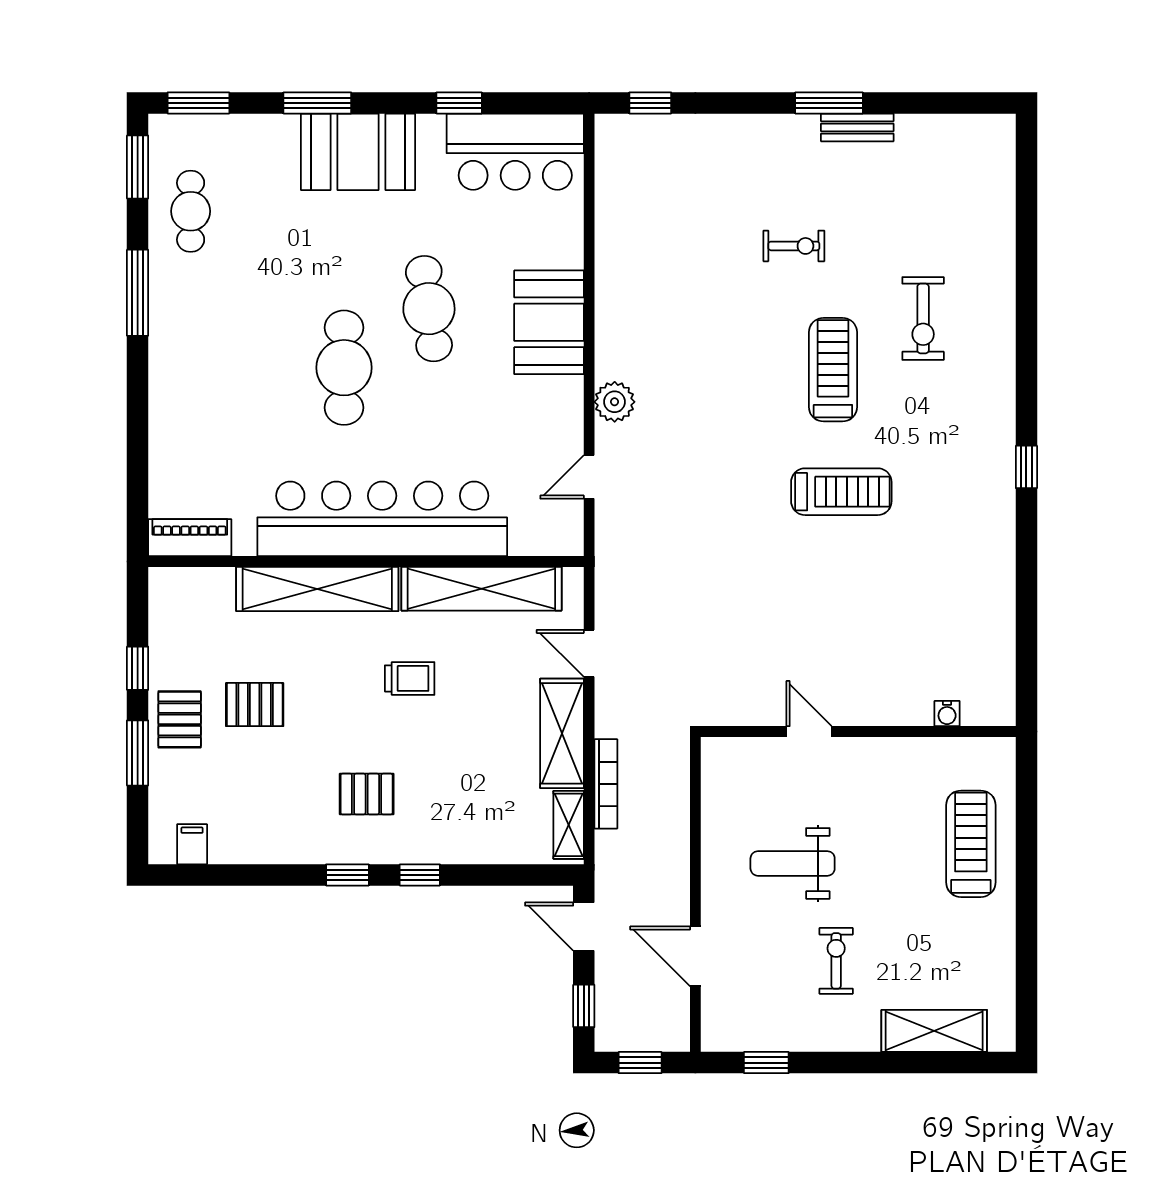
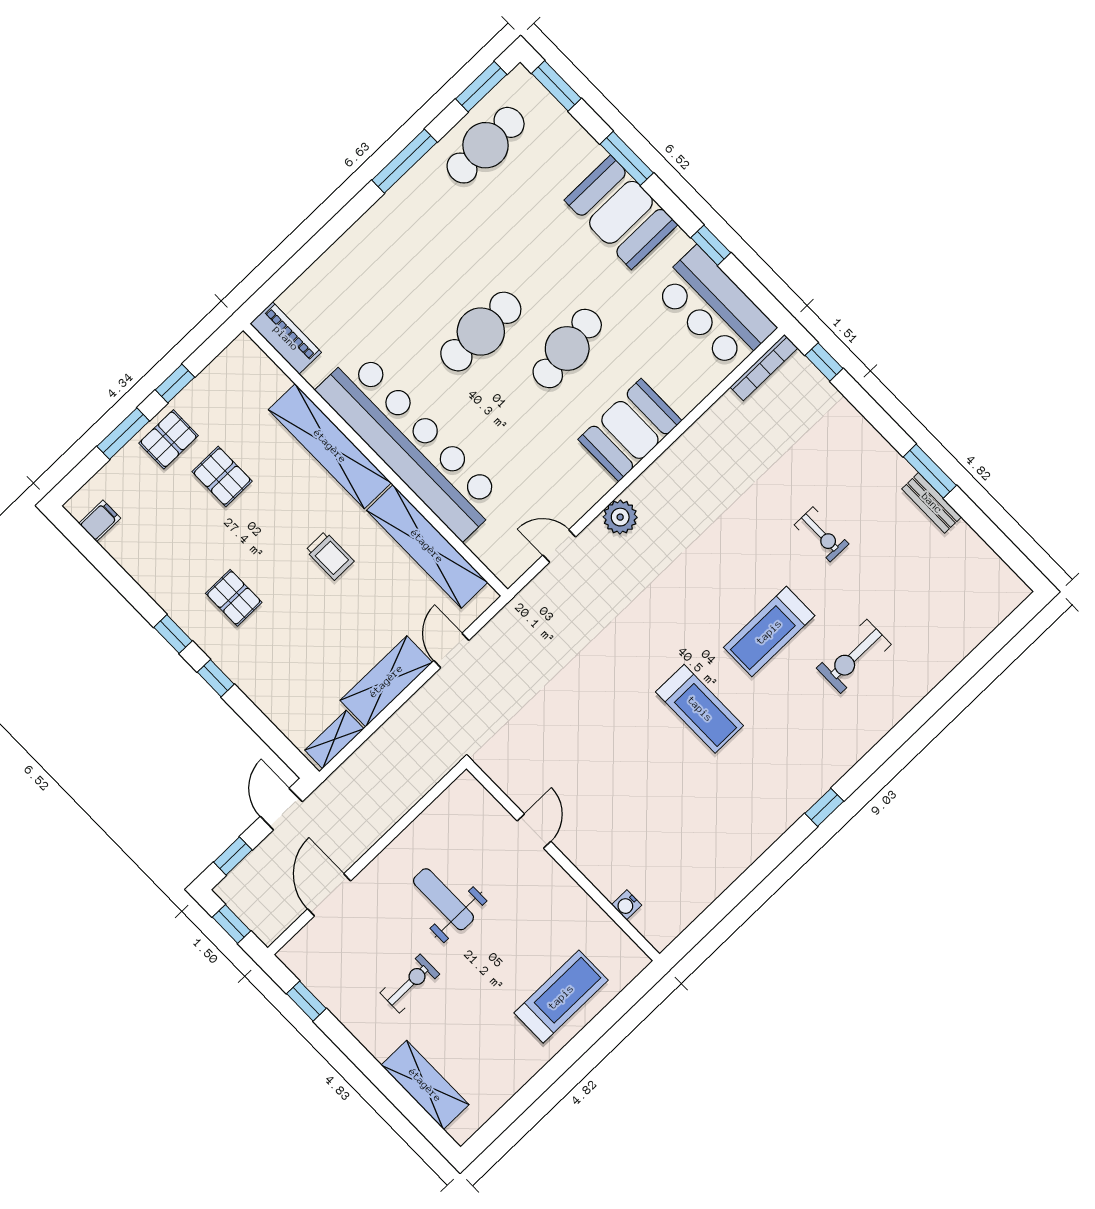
cafe table: (191, 211) -> (486, 145), width x1.37, depth x1.35
treadmill: (833, 370) -> (769, 632), turned 180
bookcase: (606, 784) -> (764, 368), moved

